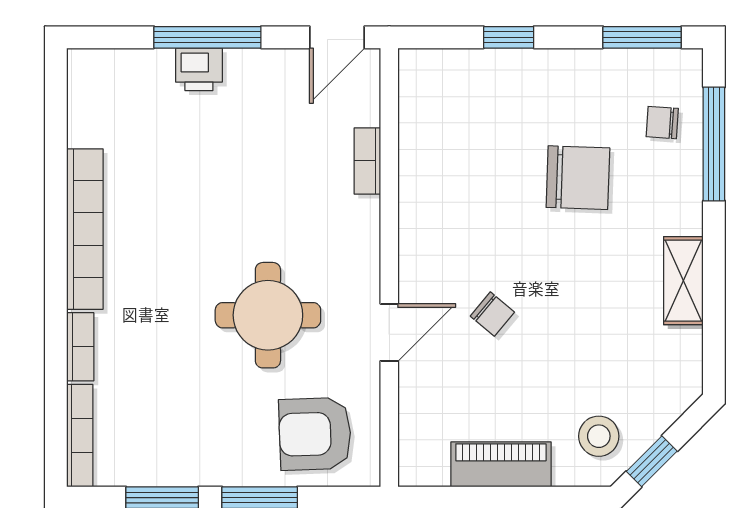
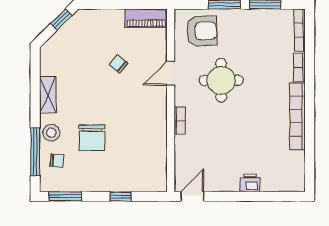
window: (207, 37) -> (246, 196), removed
bookcase: (367, 161) -> (180, 121), moved
chair: (578, 178) -> (92, 138), turned -92
chair: (492, 314) -> (118, 64), moved
stool: (599, 436) -> (51, 133), moved
piano: (501, 464) -> (146, 18), moved

